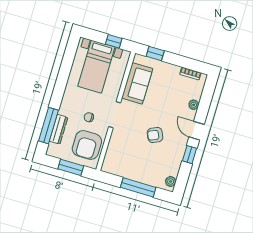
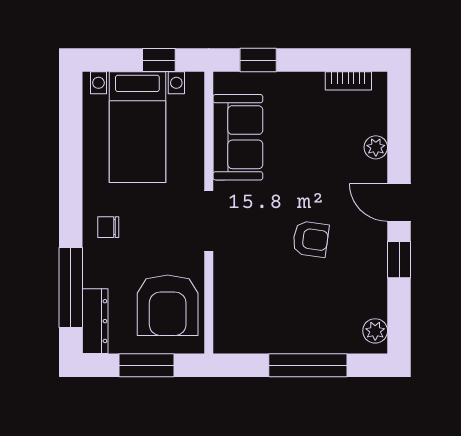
chair: (89, 117) -> (108, 227), moved
dresser: (59, 129) -> (95, 321), moved
armchair: (155, 135) -> (311, 239), turned -148

